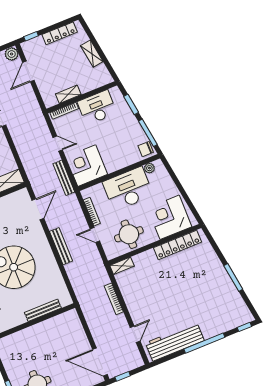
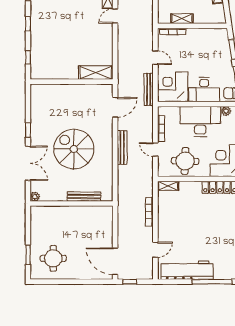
desk: (97, 108) -> (204, 90), moved, turned 180

